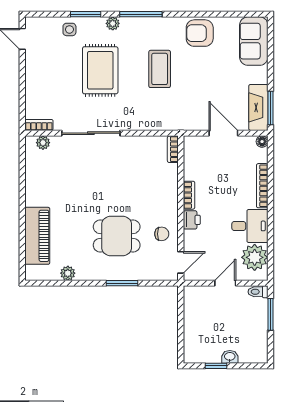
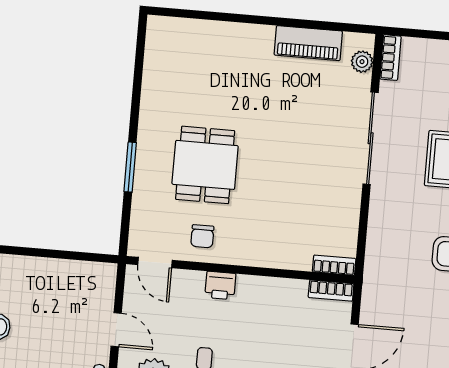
bookcase: (189, 195) -> (331, 291), moved
piano: (37, 236) -> (308, 43), moved, width x0.73, depth x0.75
plant: (68, 273) -> (153, 83), removed

